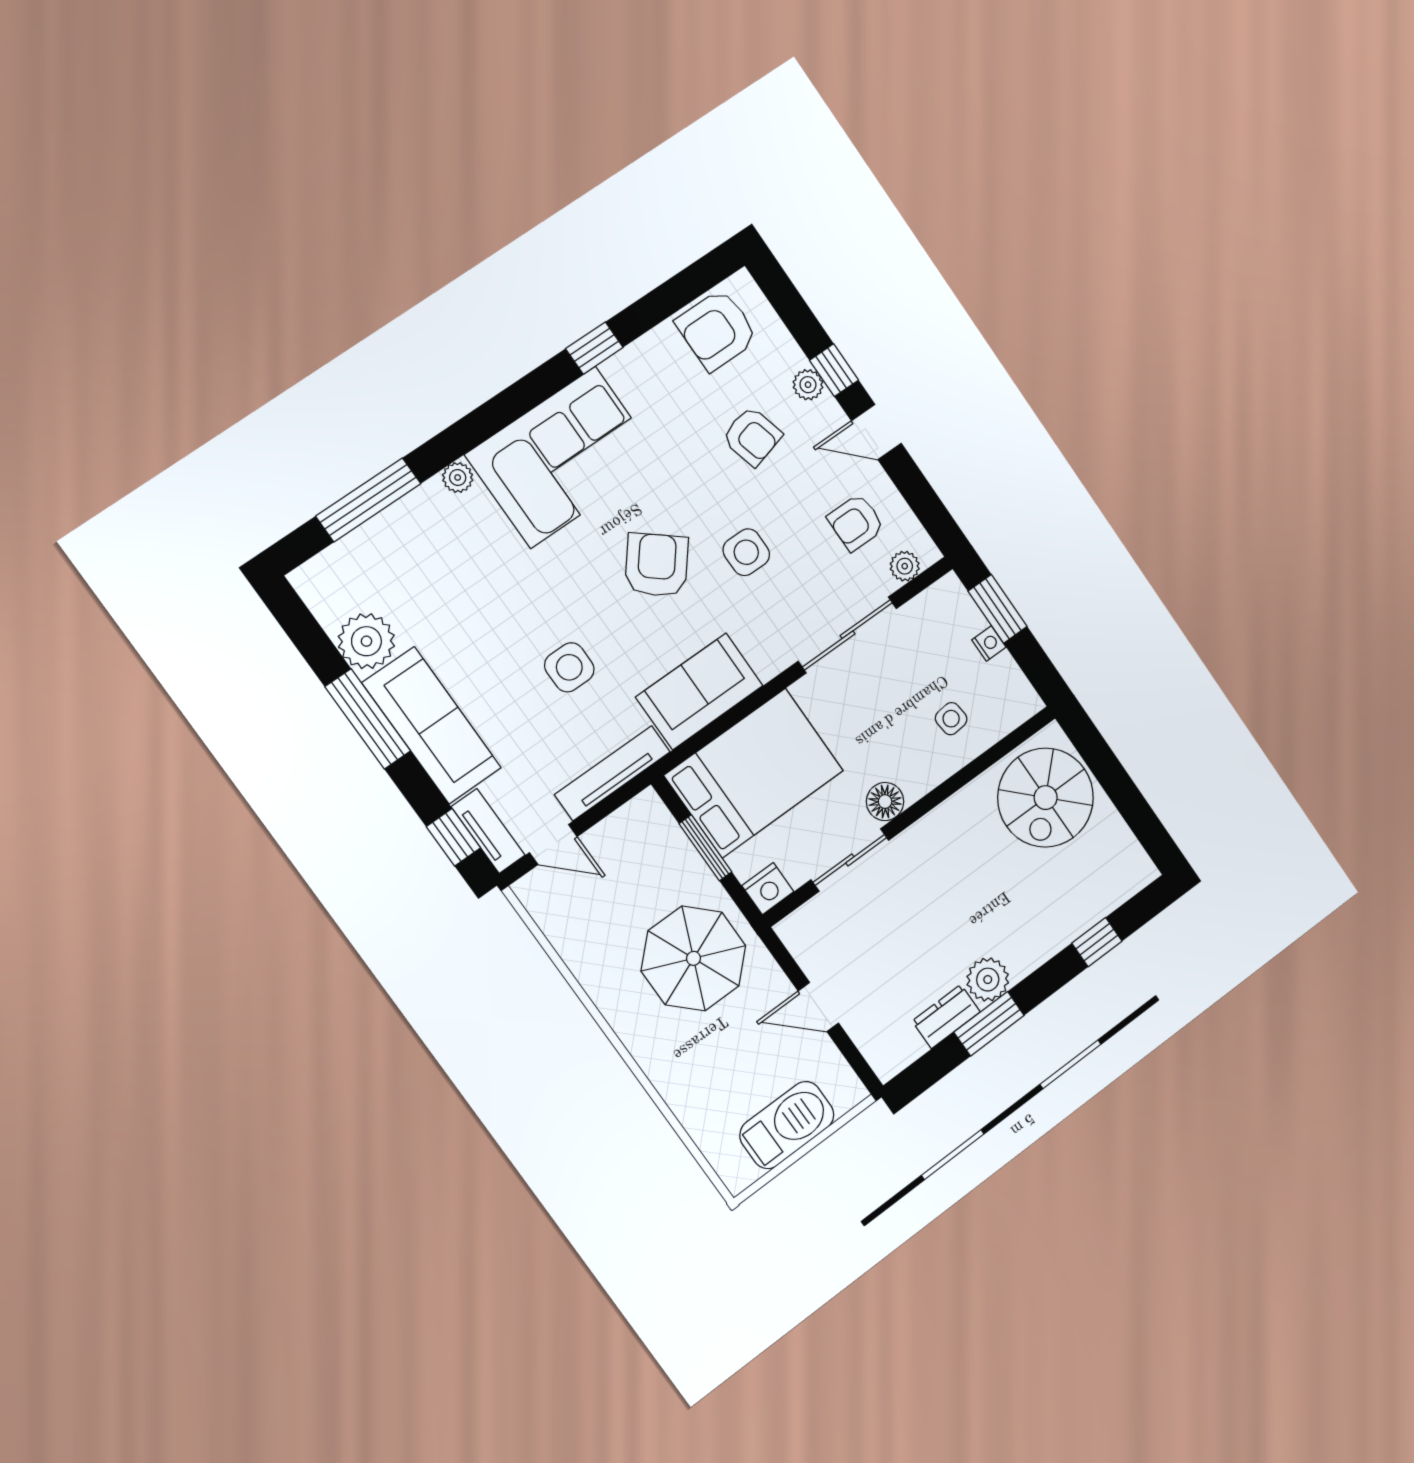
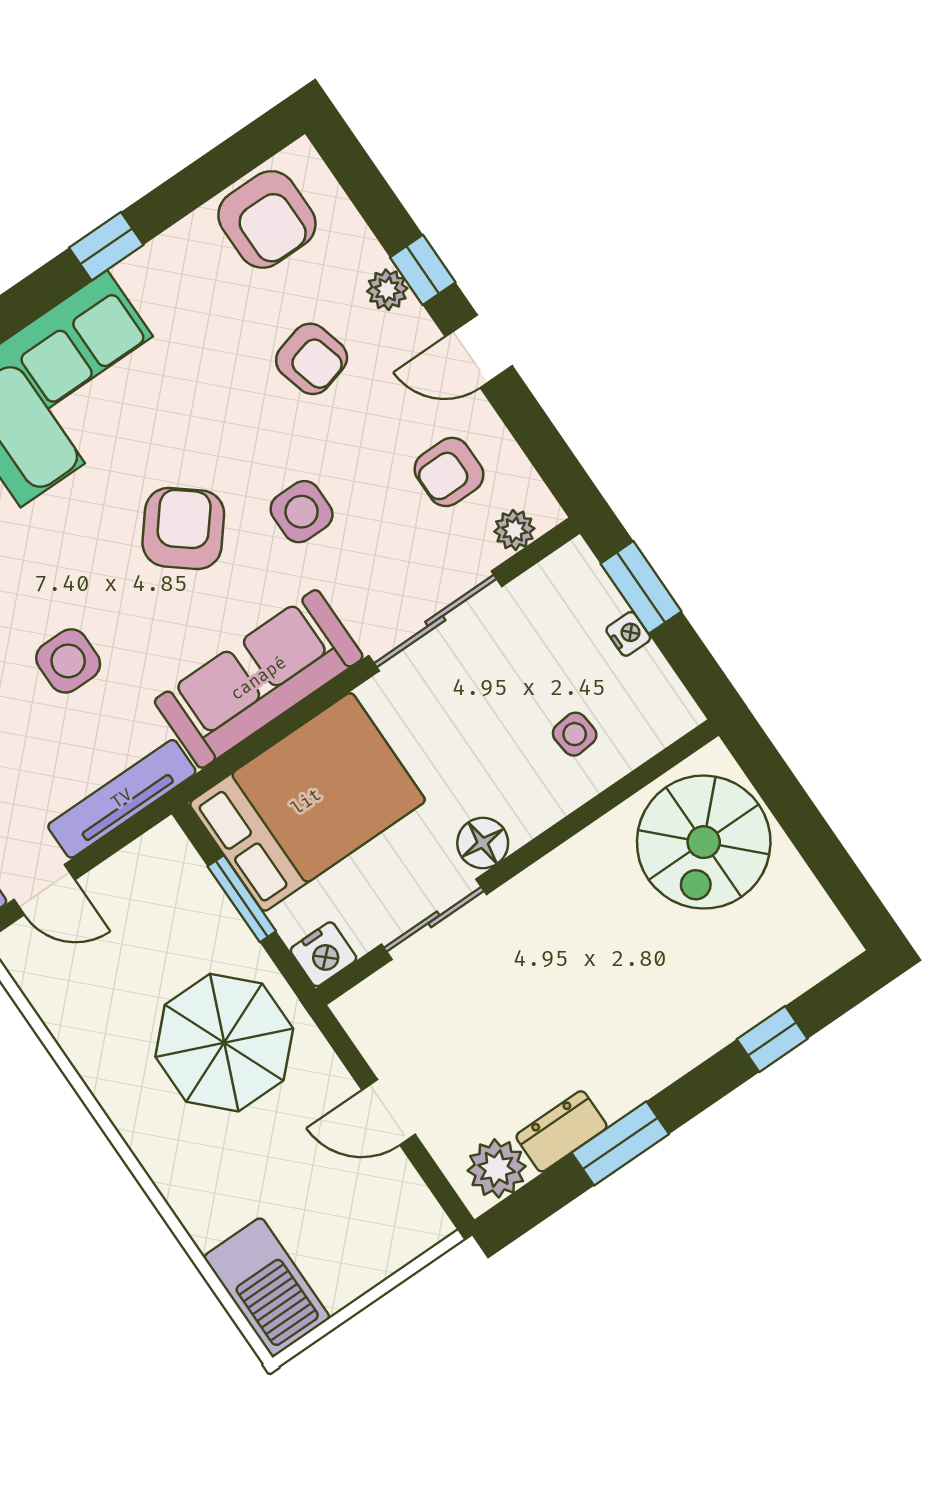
armchair: (717, 330) -> (267, 219), turned -90
sofa: (699, 691) -> (259, 679), width x1.36
plant: (988, 980) -> (497, 1168), moved
barbecue: (787, 1125) -> (267, 1287), moved, turned 90

